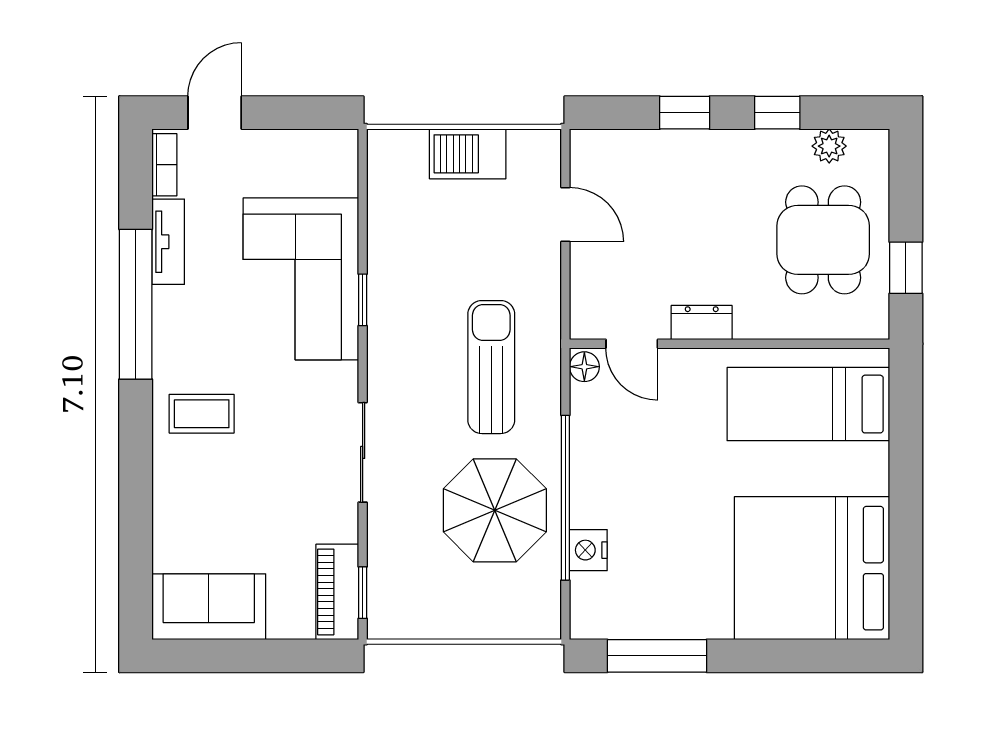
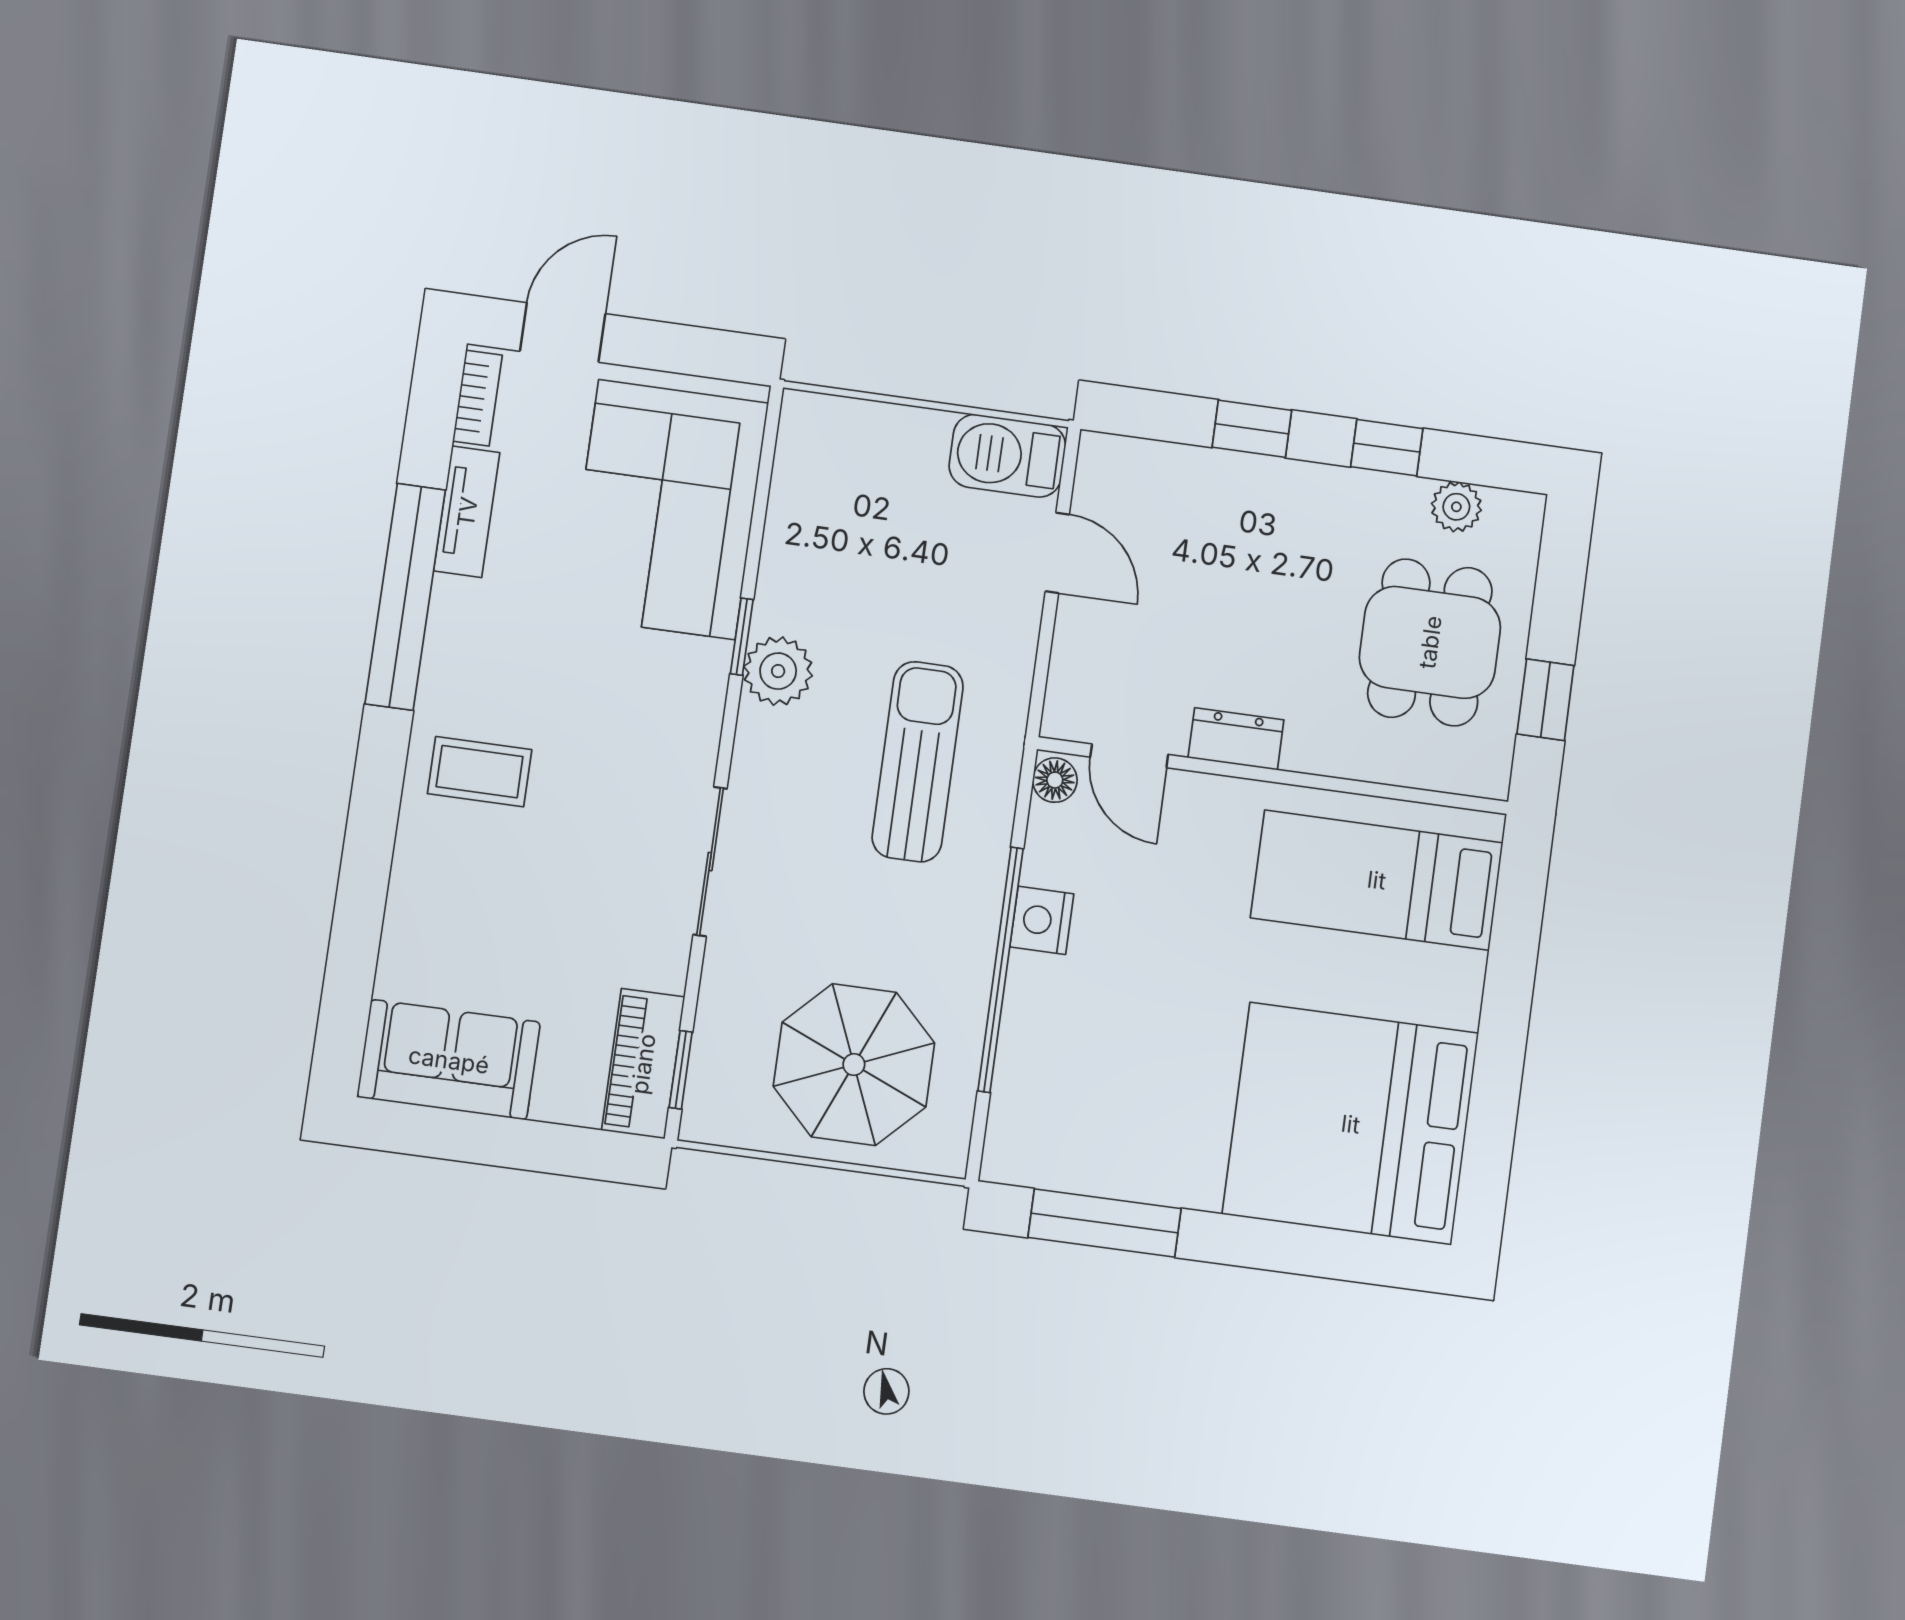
barbecue: (468, 154) -> (1007, 456), moved
corner sofa: (301, 279) -> (667, 510), moved
plant: (390, 319) -> (778, 671), added
parasol: (495, 510) -> (854, 1065), moved
nightstand: (588, 550) -> (1042, 920), moved

